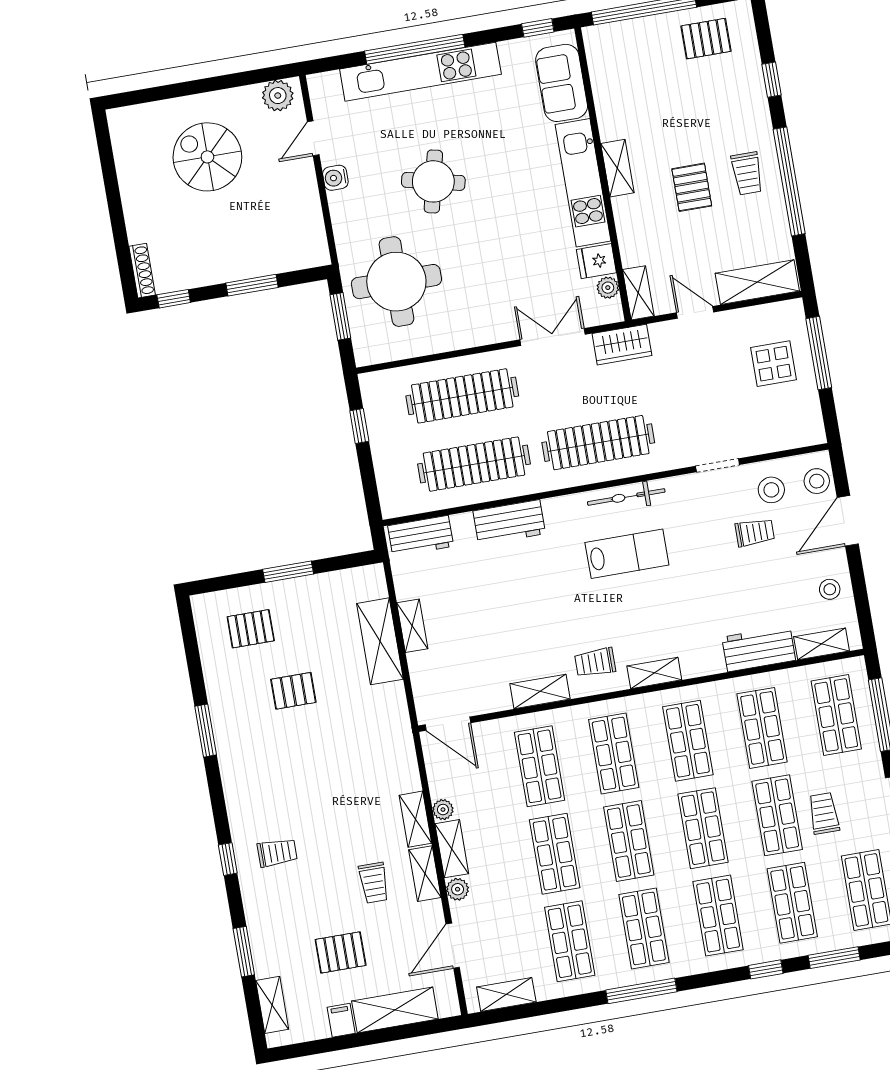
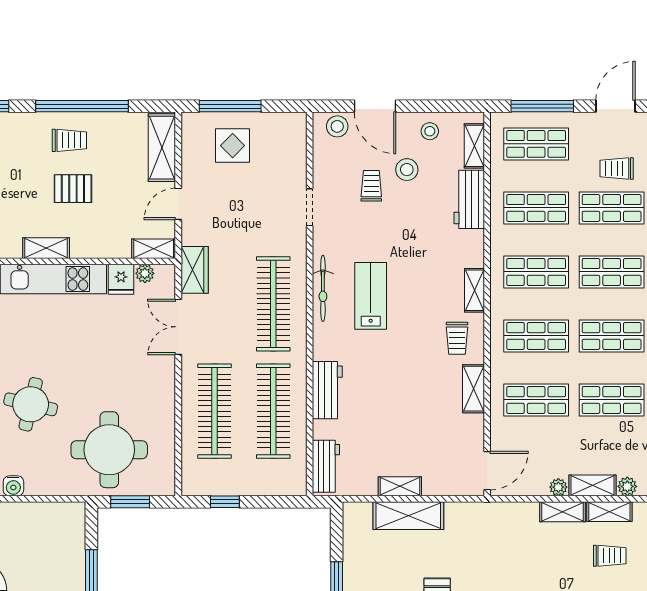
stool: (771, 490) -> (407, 170), moved

